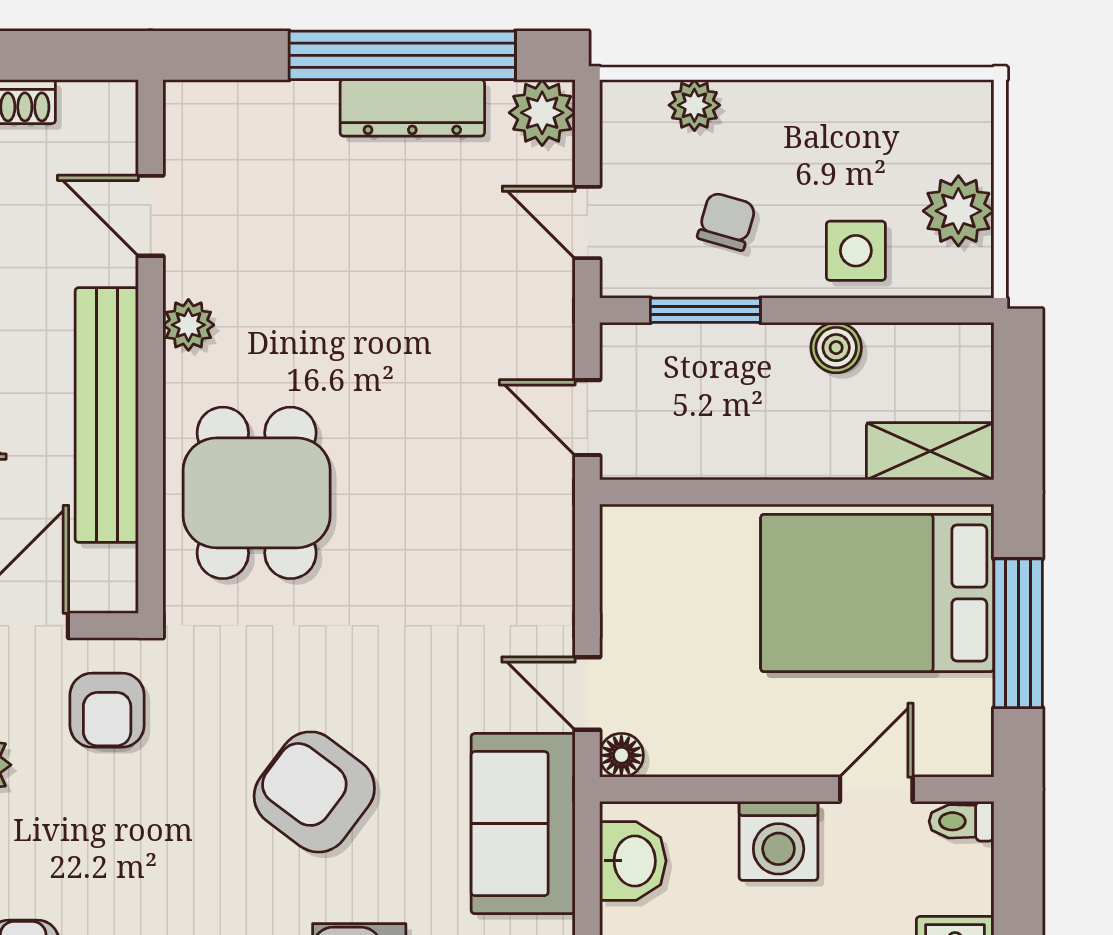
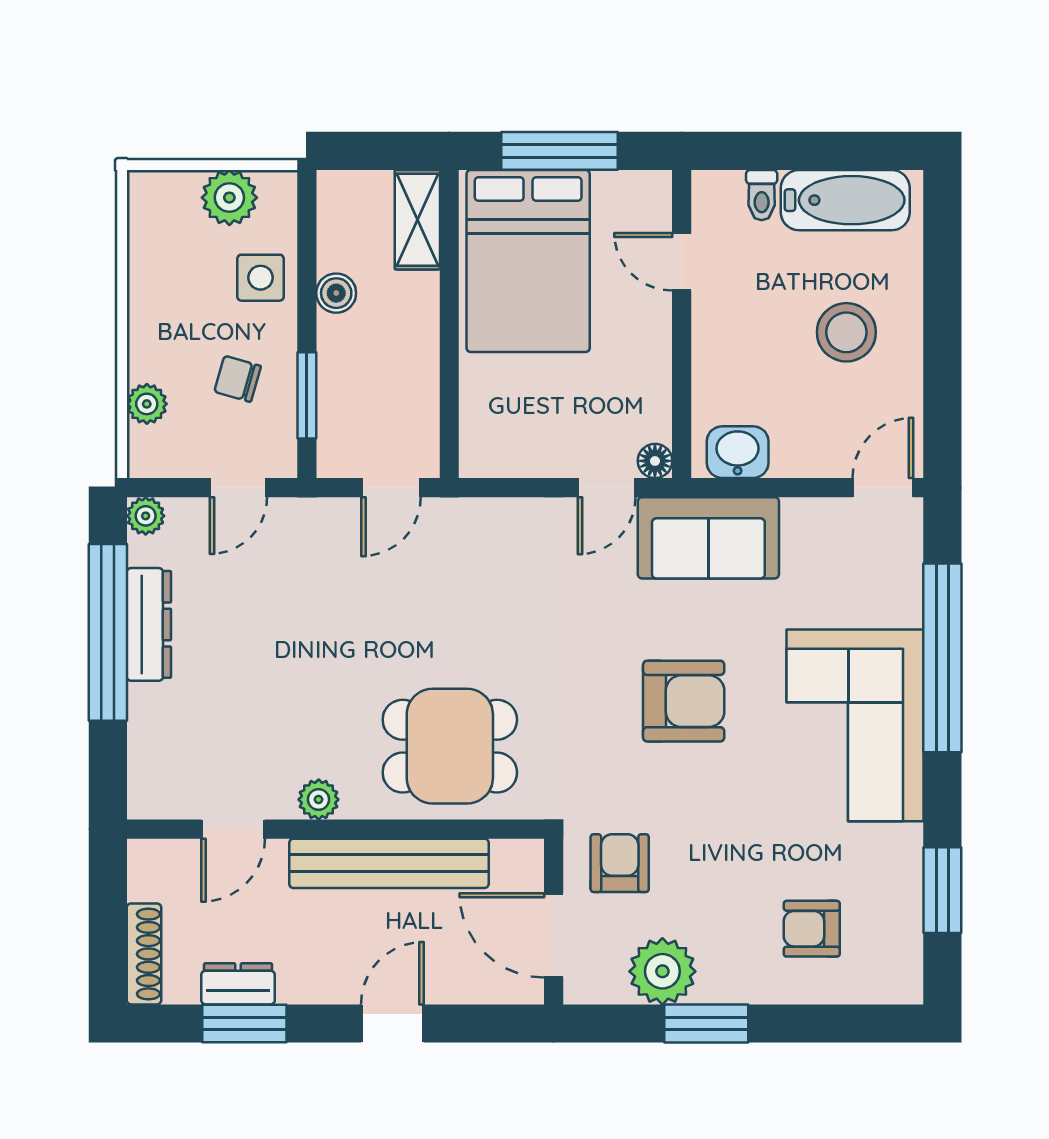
plant: (542, 113) -> (146, 516), width x0.73, depth x0.73
armchair: (107, 710) -> (620, 863), turned -90
armchair: (314, 792) -> (684, 701), turned -127
toilet: (961, 821) -> (762, 195), moved
washing machine: (779, 841) -> (722, 338), removed

